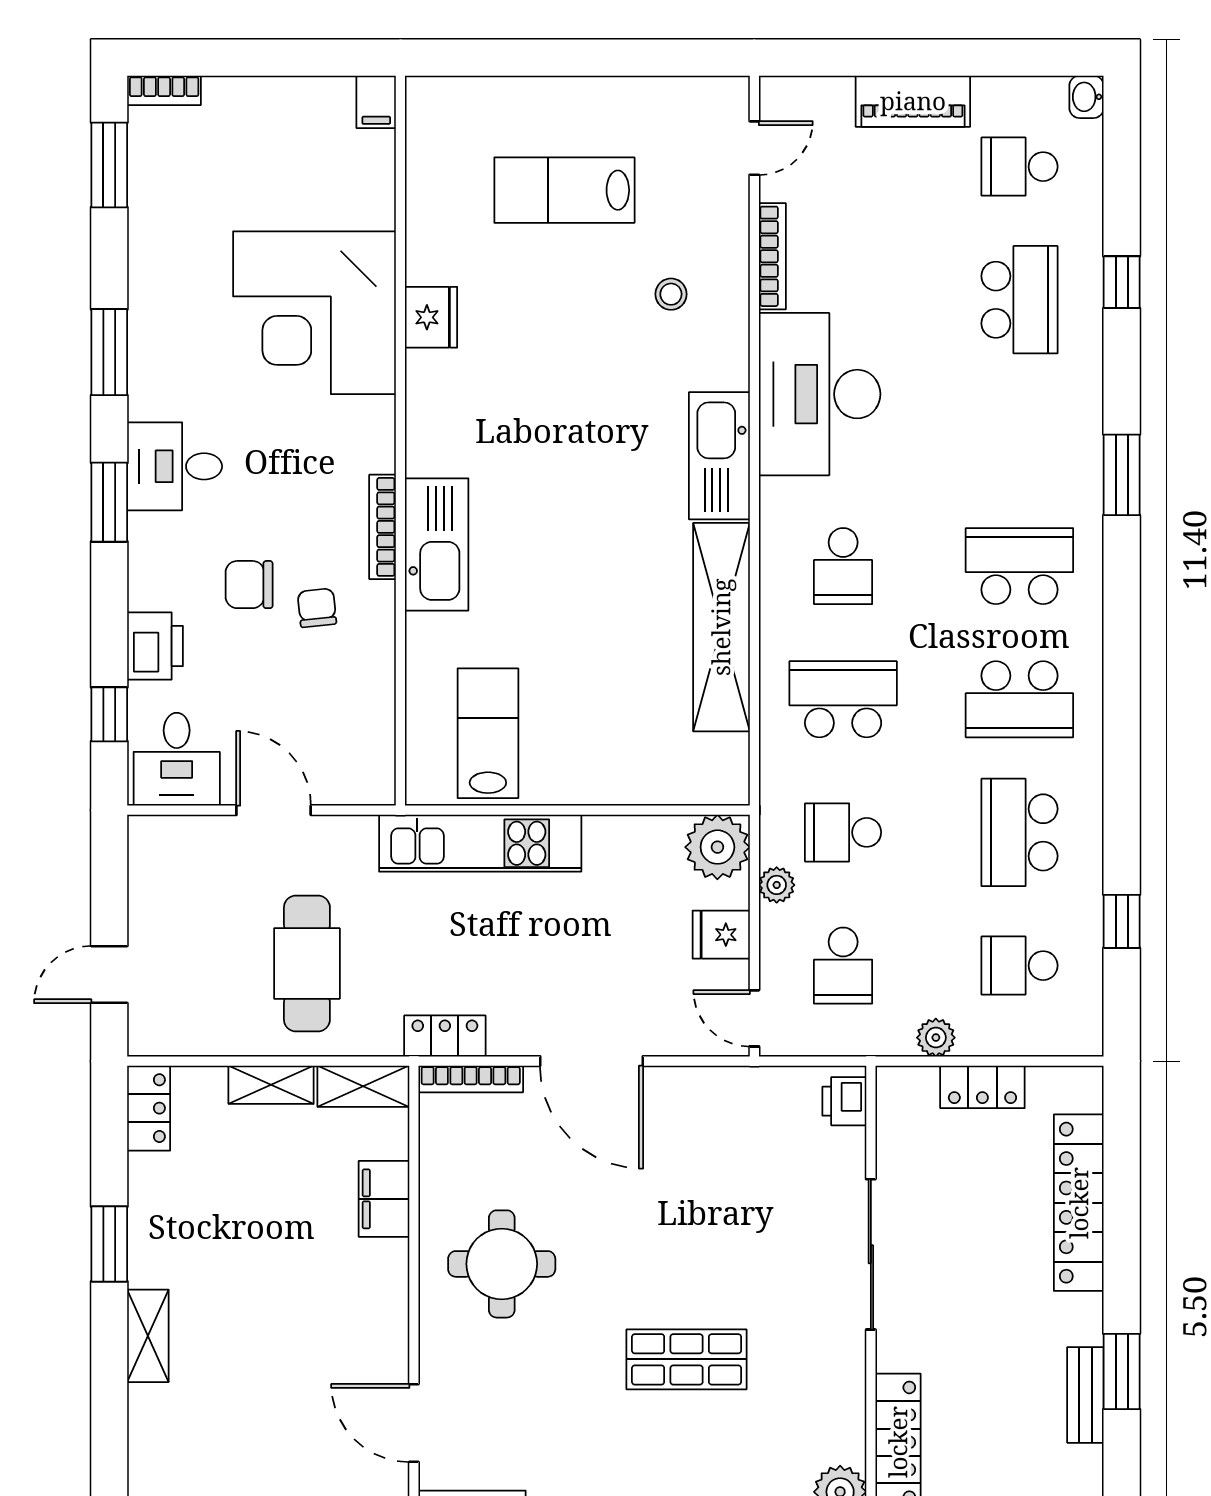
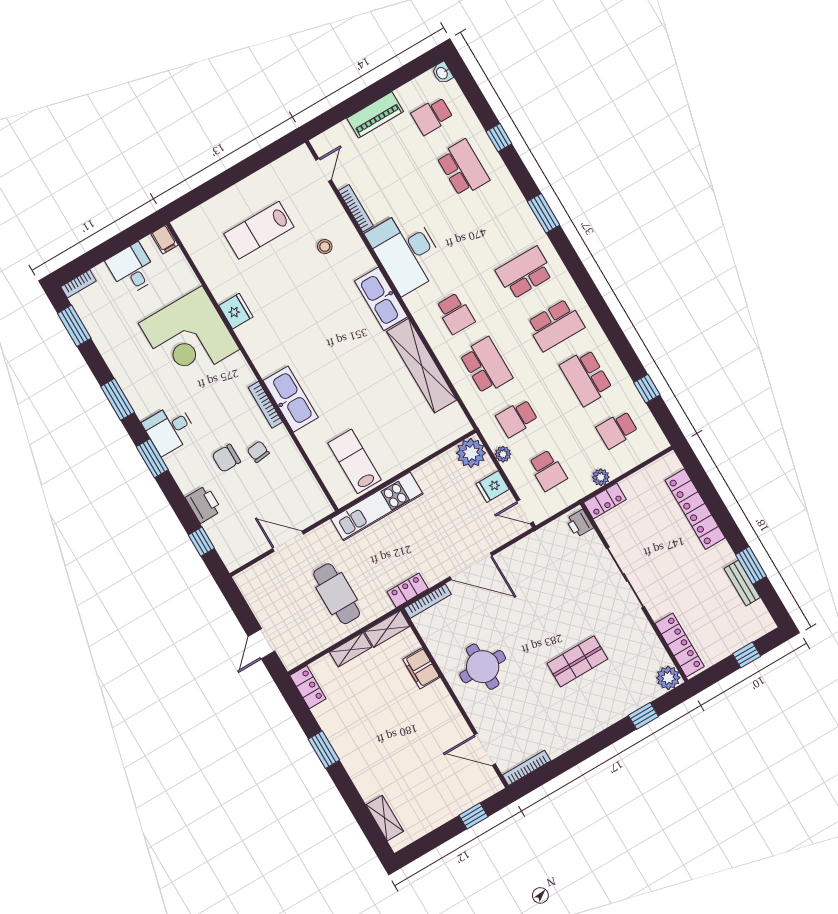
school desk: (843, 699) -> (486, 366), turned 90
desk: (177, 759) -> (132, 269), moved, turned 180
locker: (982, 1087) -> (605, 501), moved
shelving: (148, 1336) -> (385, 818), moved

